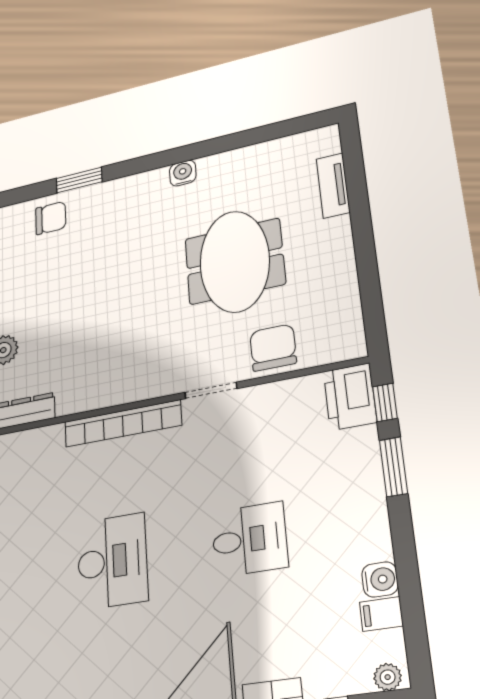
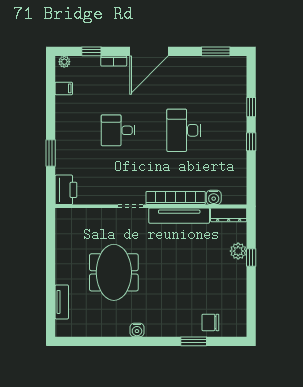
chair: (273, 348) -> (99, 222), removed
tv unit: (114, 392) -> (179, 216), added
window: (385, 402) -> (51, 184), removed
water cooler: (380, 579) -> (214, 197), moved, turned -90

